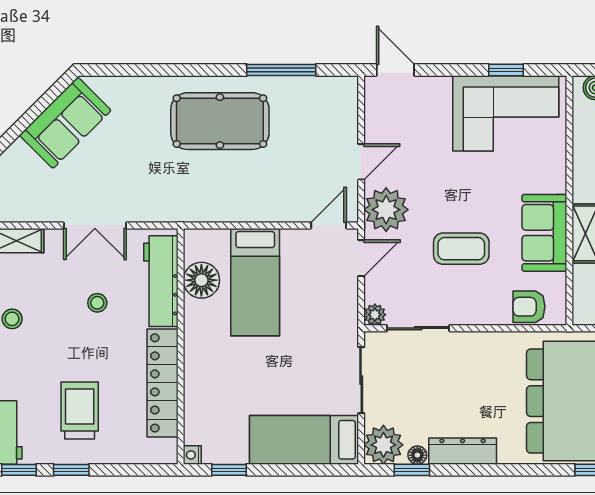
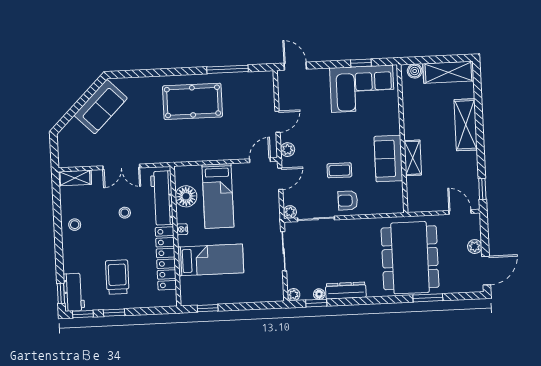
plant: (386, 210) -> (288, 150), width x0.53, depth x0.53
coffee table: (461, 249) -> (339, 170), width x0.73, depth x0.77
armchair: (529, 307) -> (348, 200), moved
bed: (304, 440) -> (211, 260), moved, turned 180
plant: (383, 445) -> (294, 295), width x0.53, depth x0.53
nightstand: (192, 455) -> (182, 229), moved

